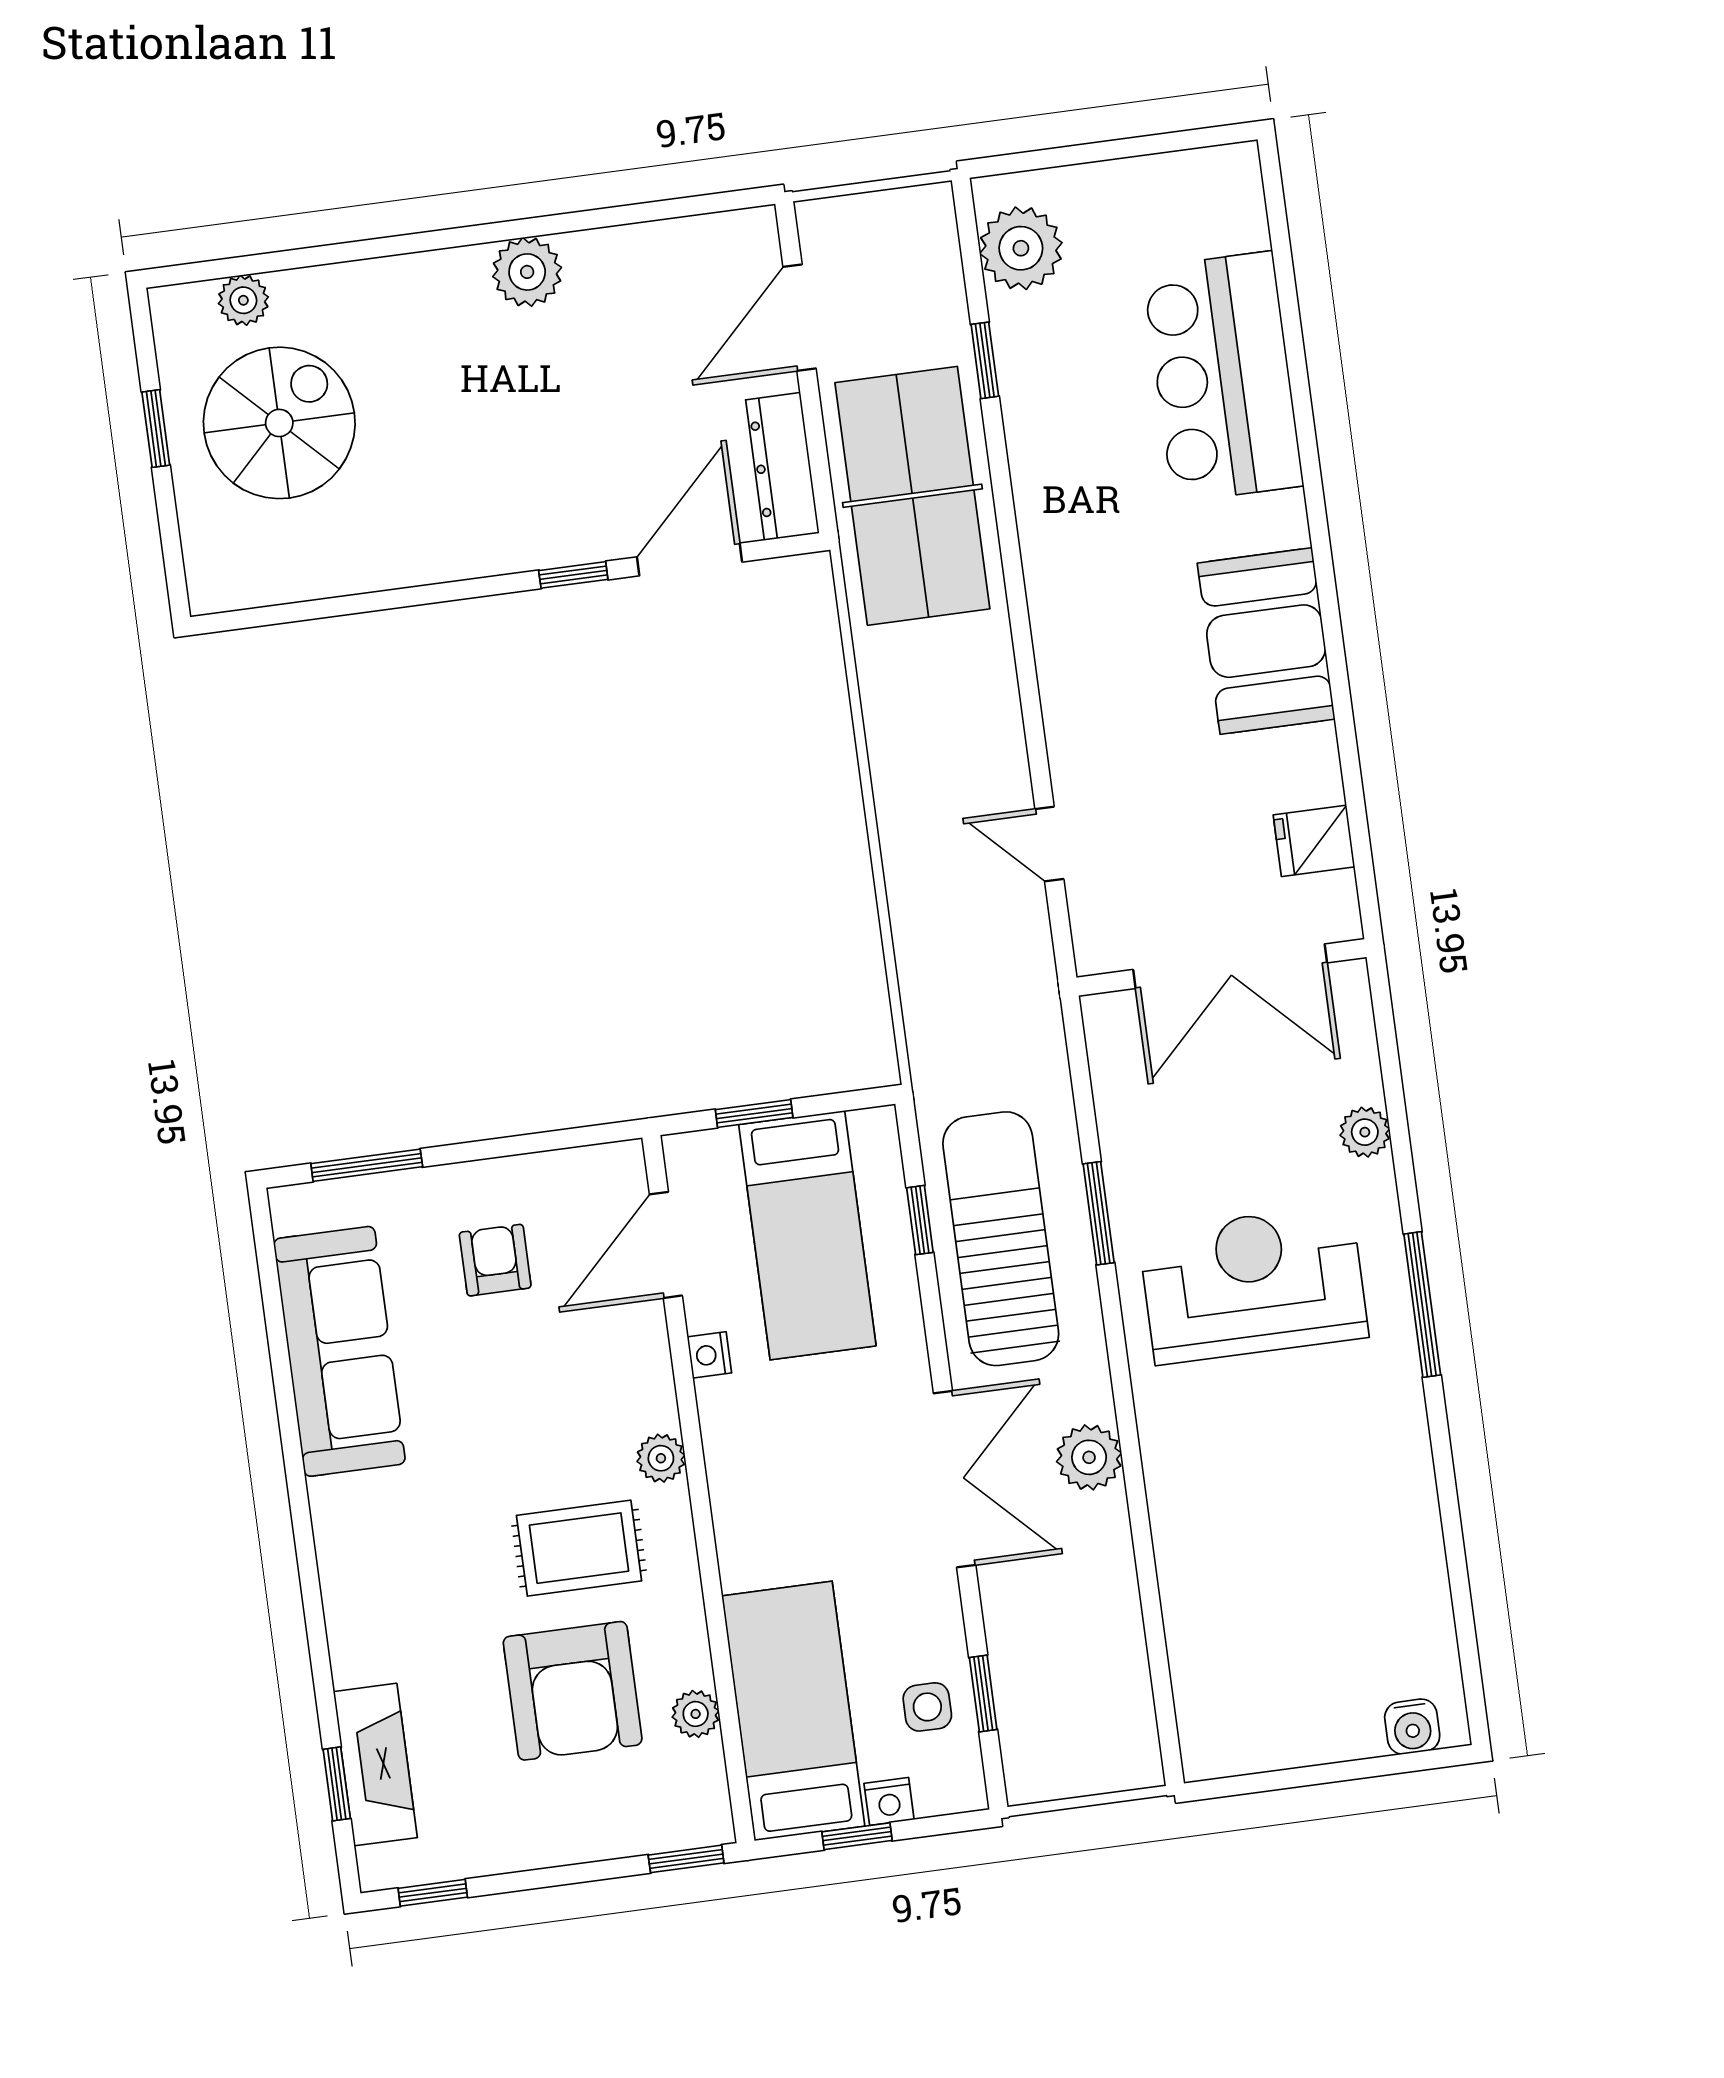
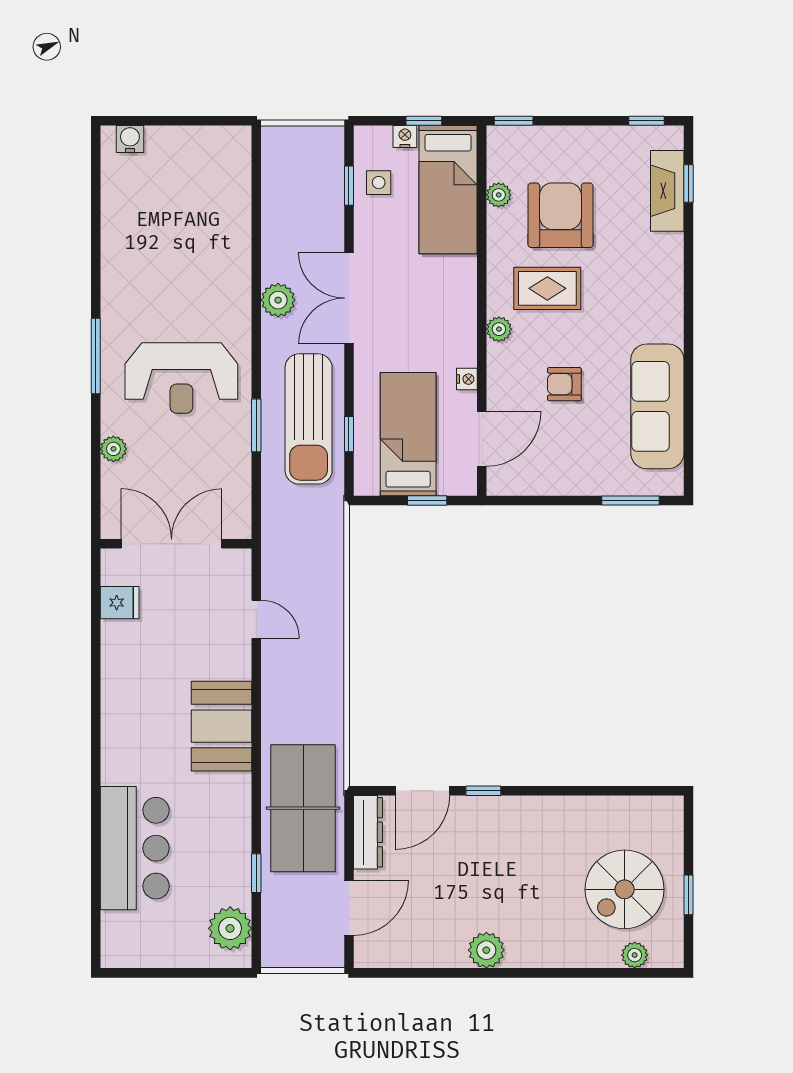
booth: (1266, 641) -> (222, 726), moved
armchair: (495, 1260) -> (564, 384), moved, turned 90

